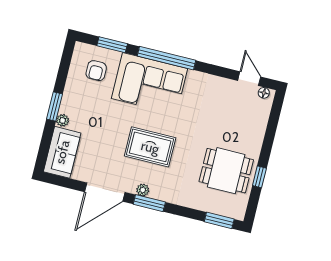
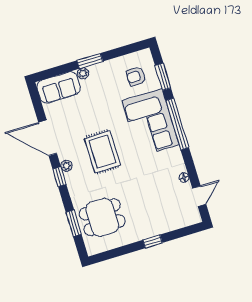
floor lamp: (264, 93) -> (184, 178), moved
dining table: (226, 171) -> (102, 217), moved, turned 90
window: (259, 177) -> (153, 241), moved
window: (149, 203) -> (59, 177), width x0.67
window: (219, 220) -> (74, 223), moved

